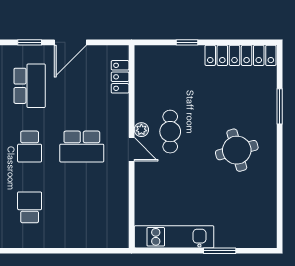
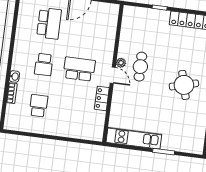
locker: (120, 77) -> (102, 98), moved
school desk: (82, 147) -> (79, 69), turned 180

